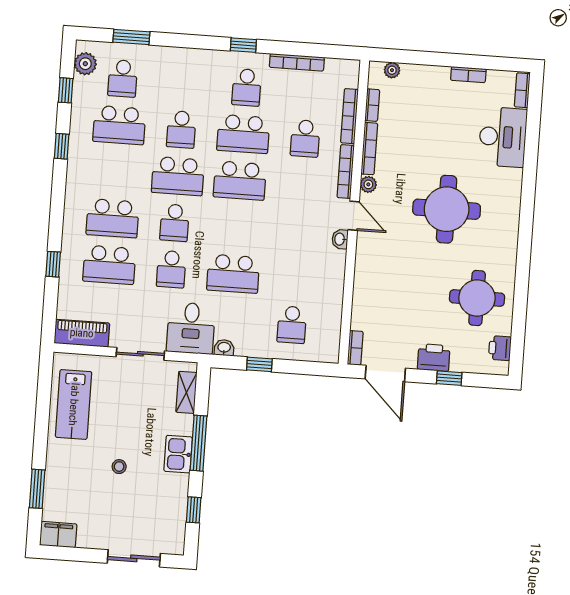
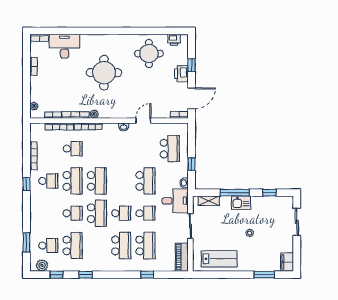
door: (354, 216) -> (143, 121), moved
school desk: (292, 325) -> (170, 149), width x1.85

